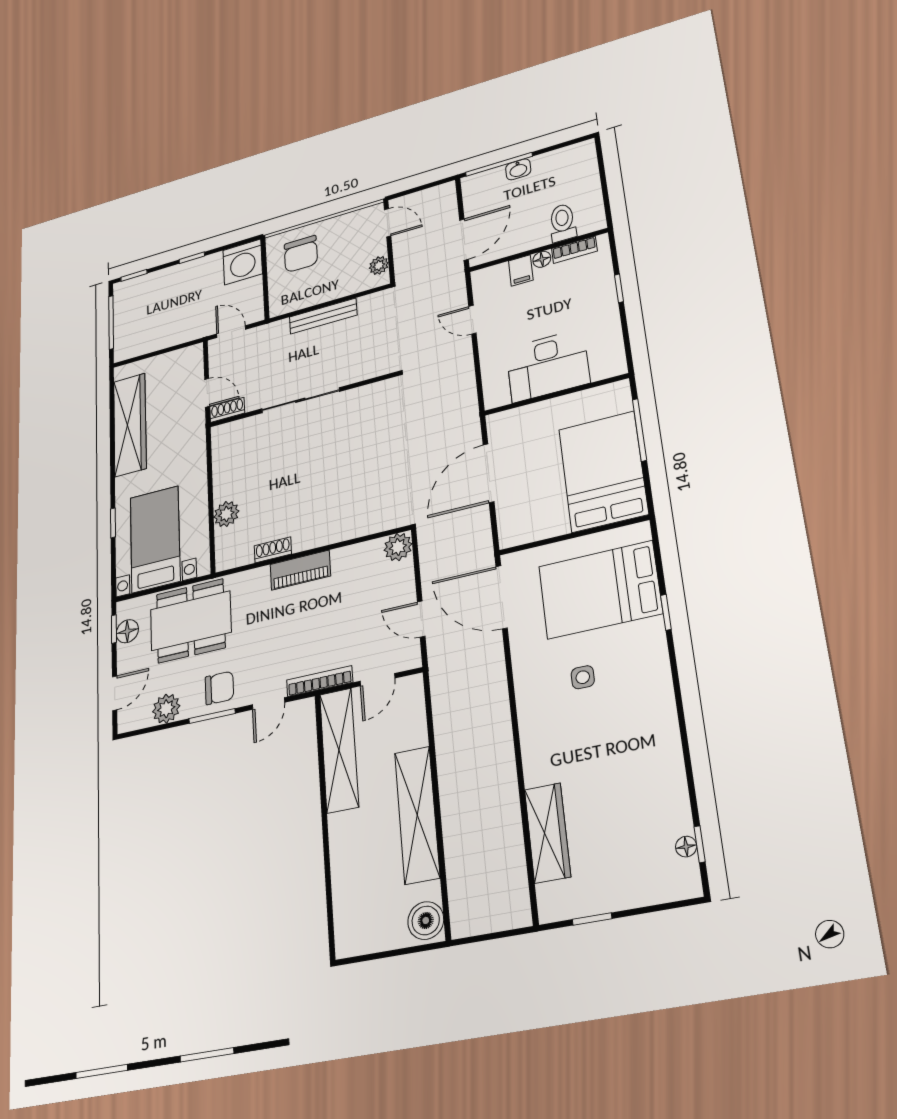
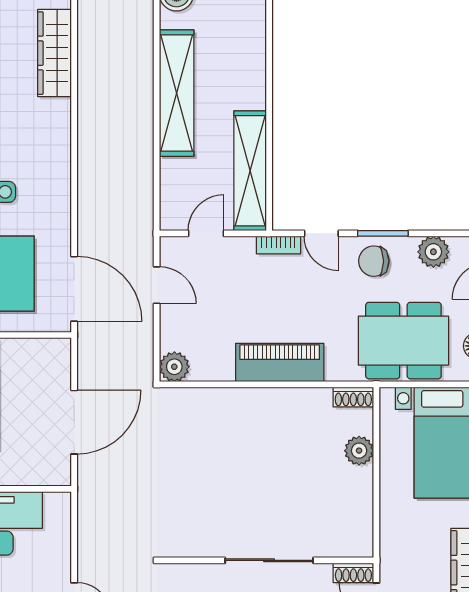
shoe rack: (273, 550) -> (353, 397), moved
piano: (300, 570) -> (280, 363), width x1.37, depth x1.33
bookcase: (320, 681) -> (278, 245), width x0.64
door: (268, 704) -> (321, 233), swing flipped

